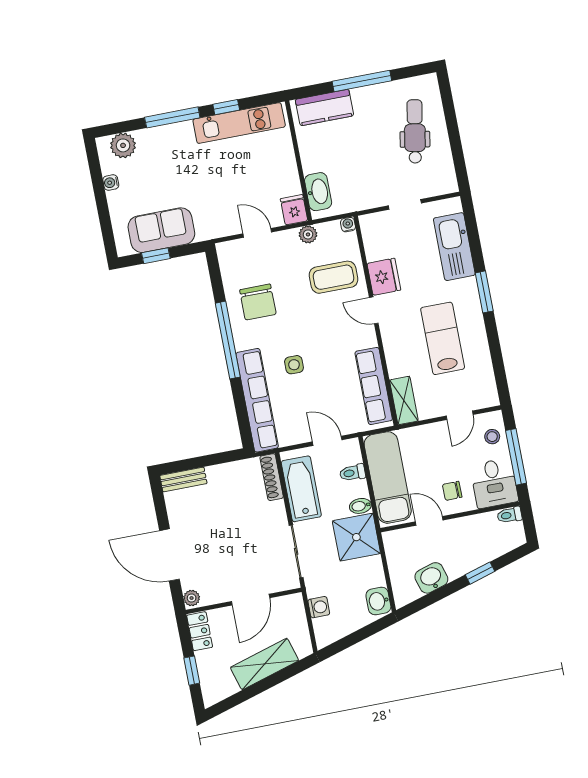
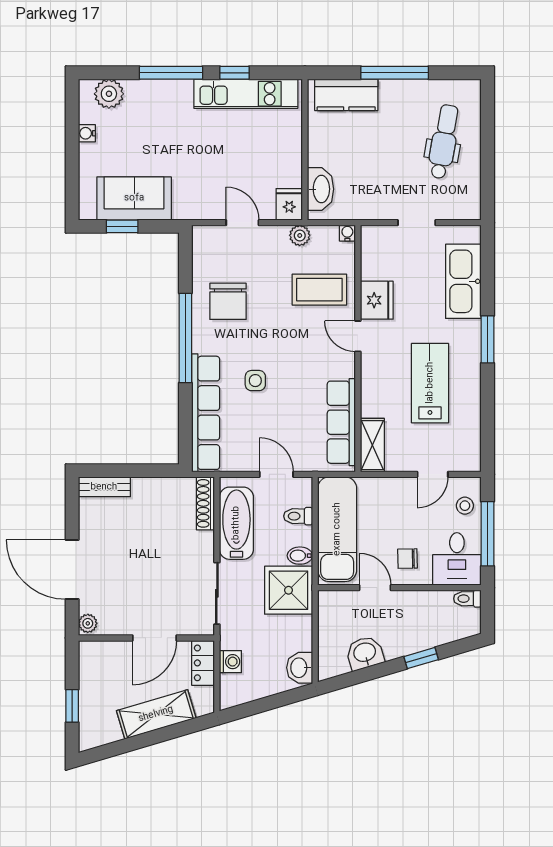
locker: (200, 631) -> (203, 663), moved, turned 180

